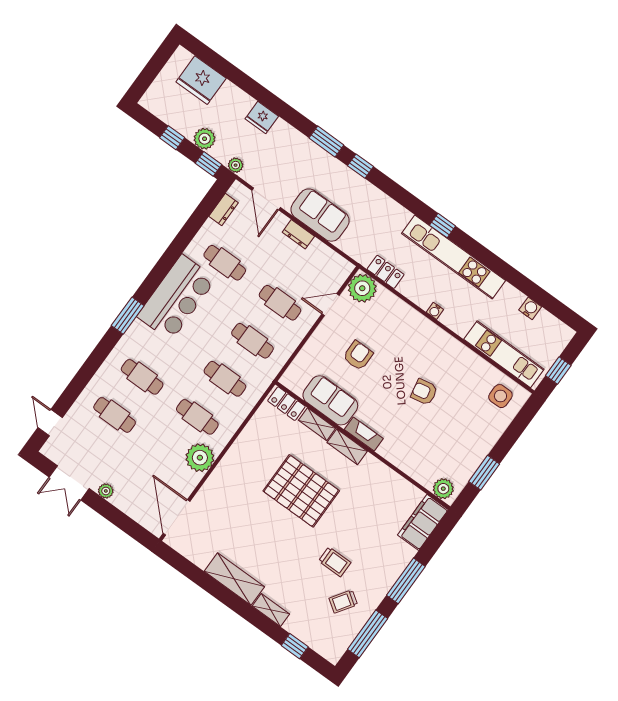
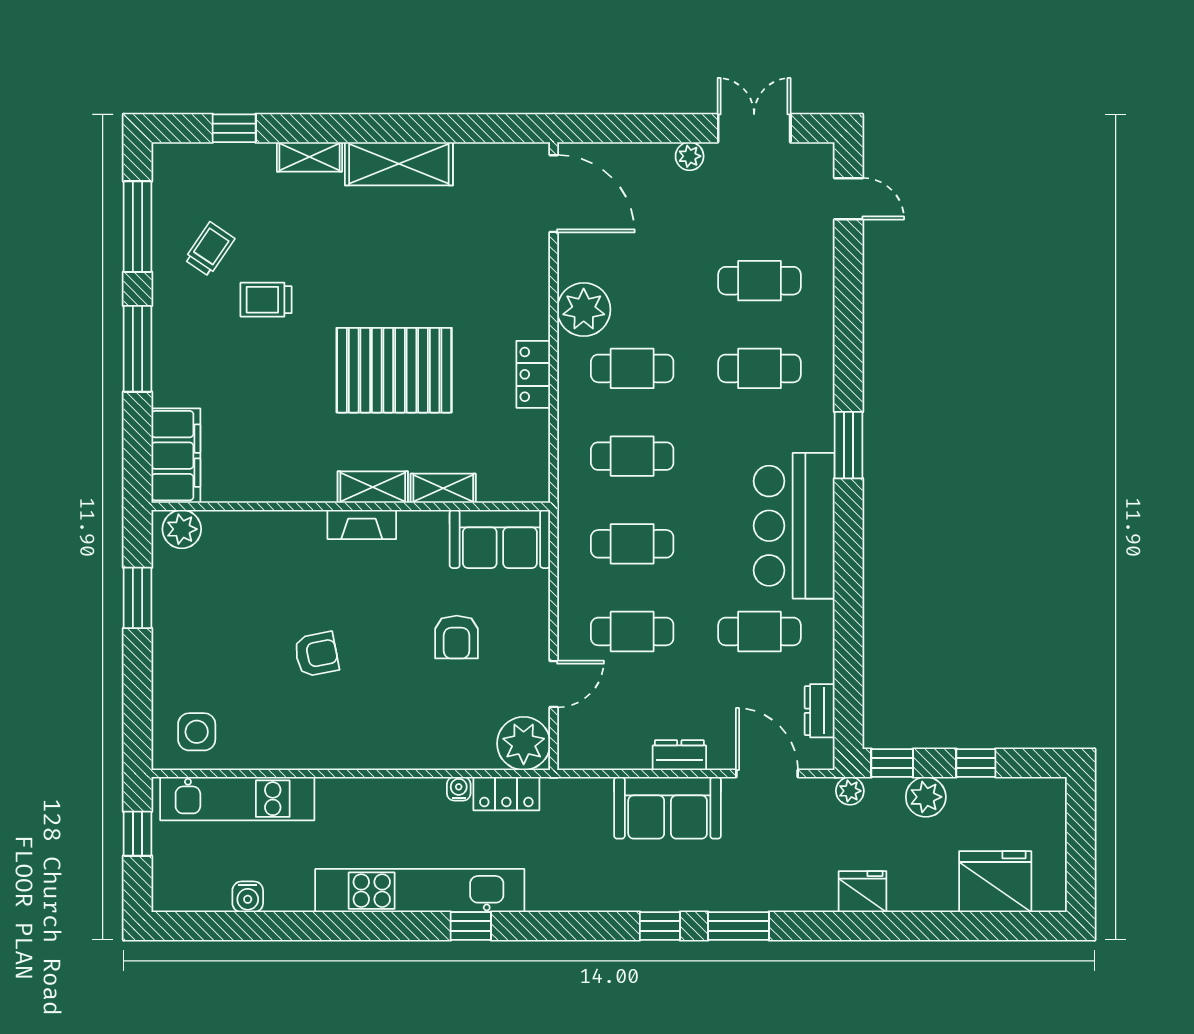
water cooler: (435, 311) -> (459, 789), moved
sofa: (330, 400) -> (500, 539), moved
locker: (286, 404) -> (533, 374), moved, turned -90

